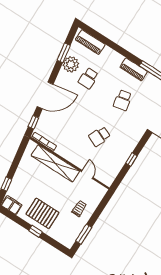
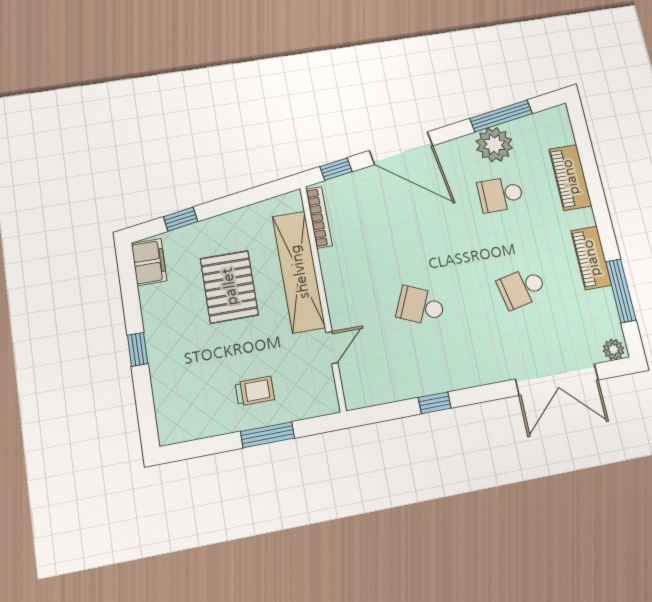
piano: (90, 42) -> (570, 177), moved
window: (64, 53) -> (501, 116), width x1.44
pallet: (42, 213) -> (229, 287), moved
window: (84, 234) -> (267, 435), moved

